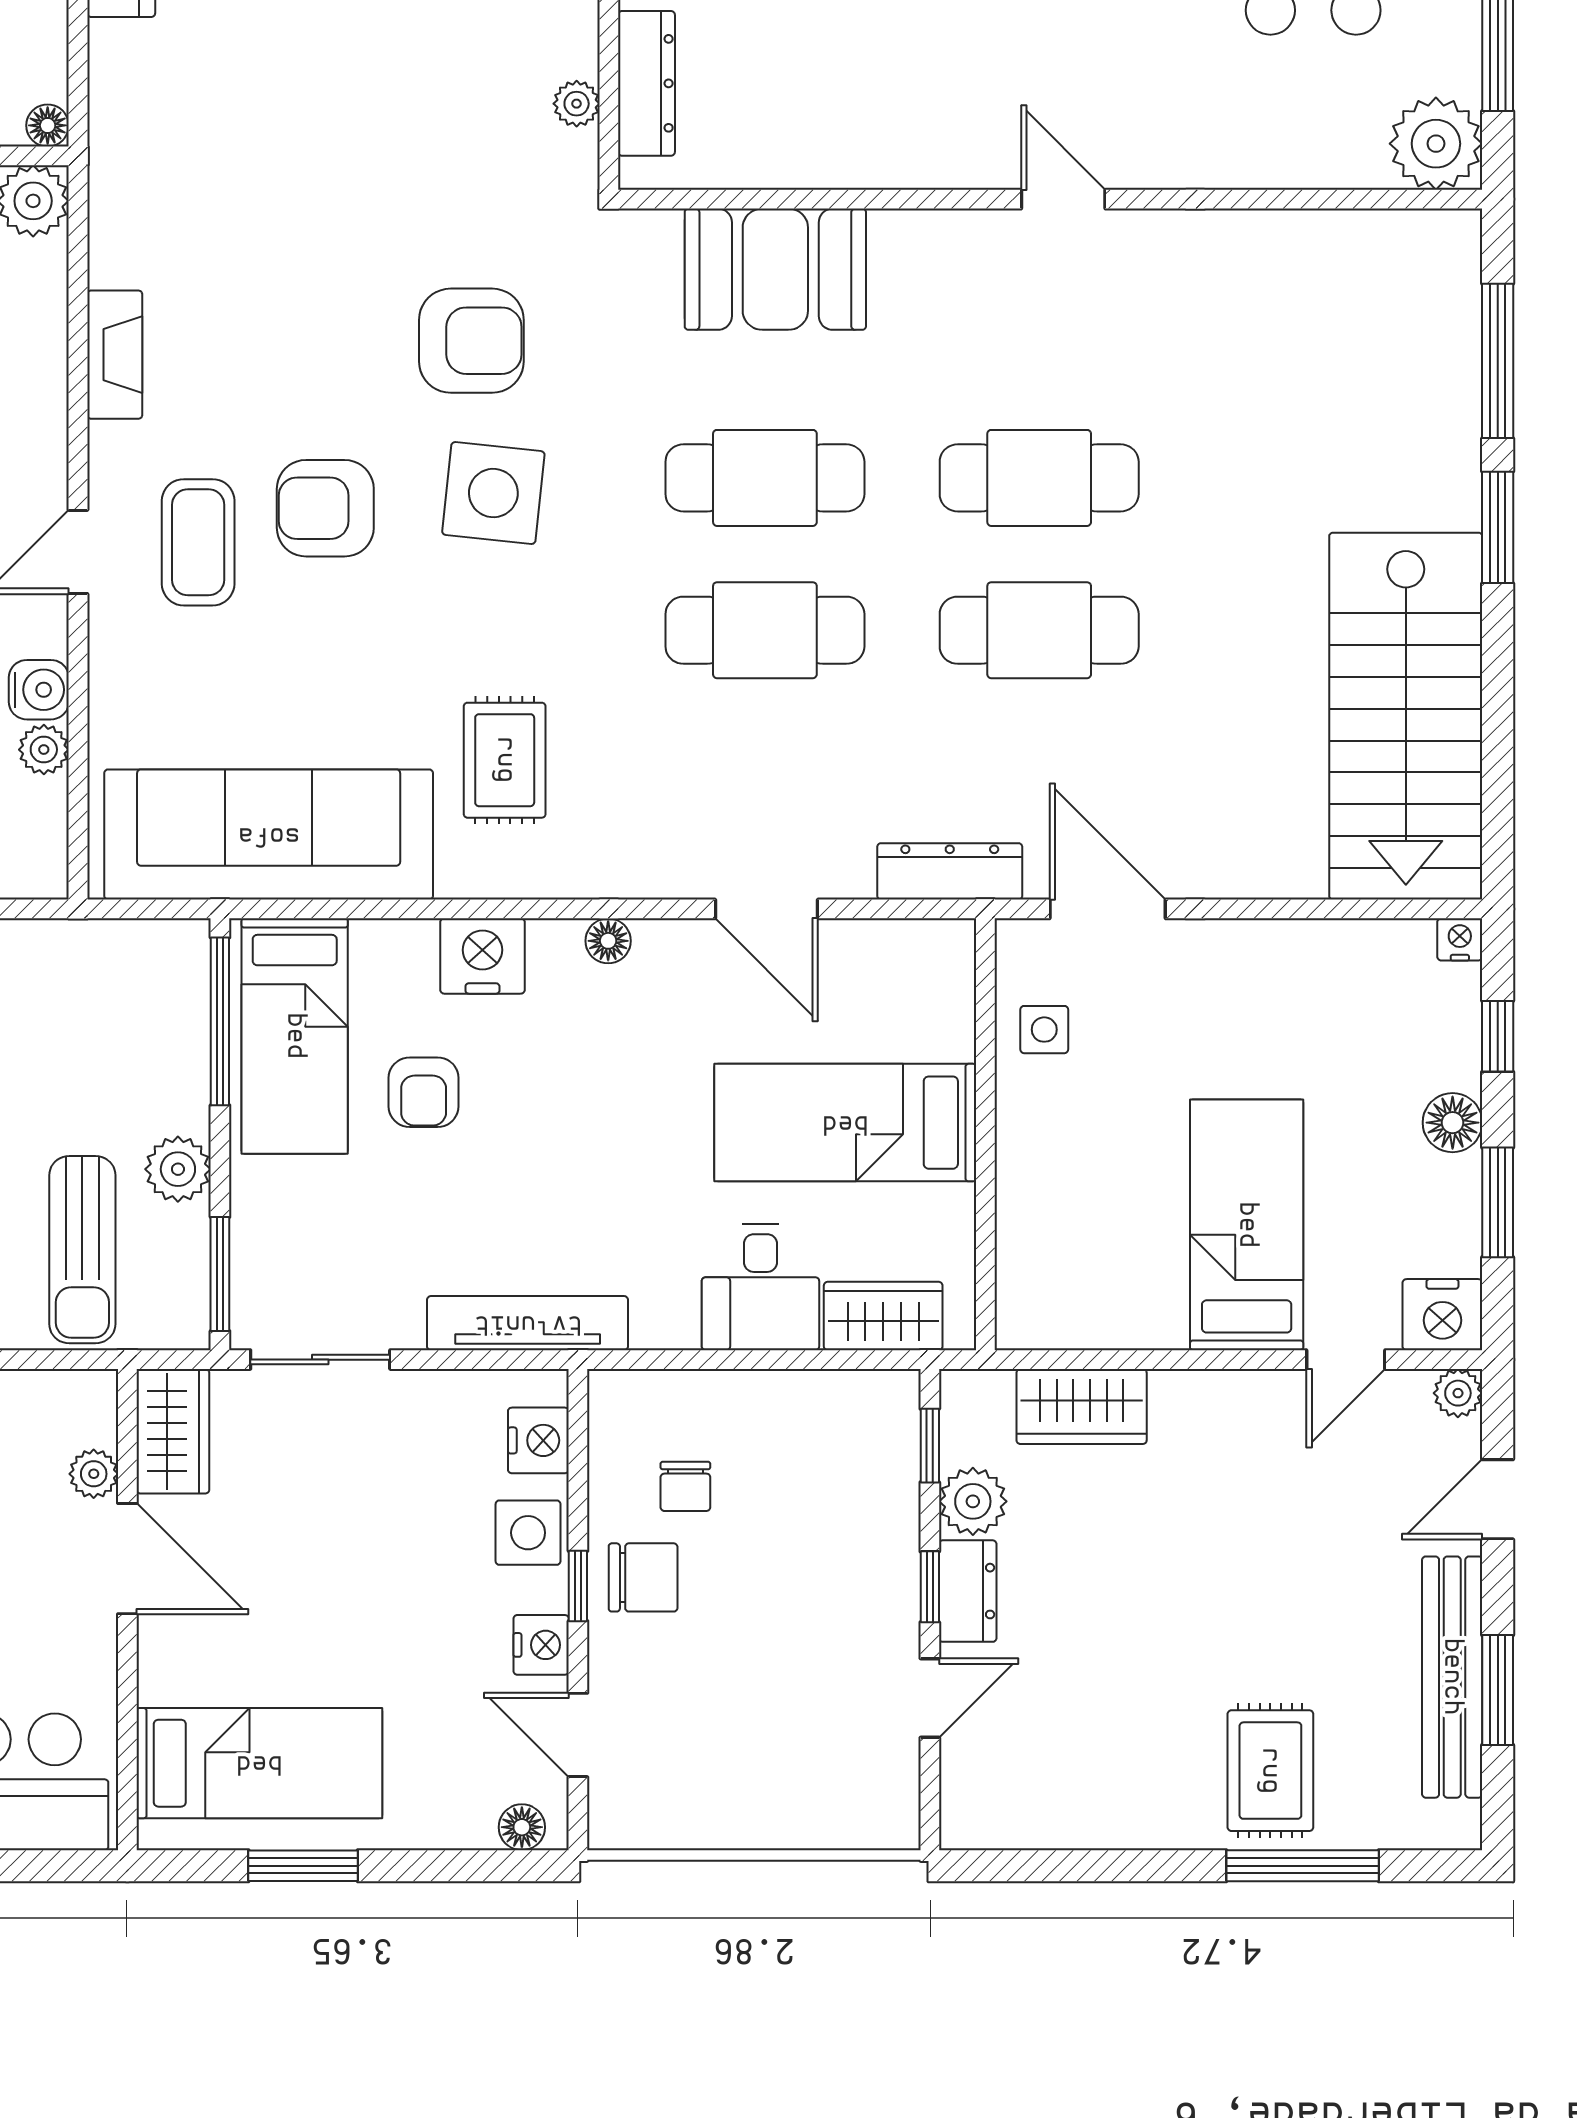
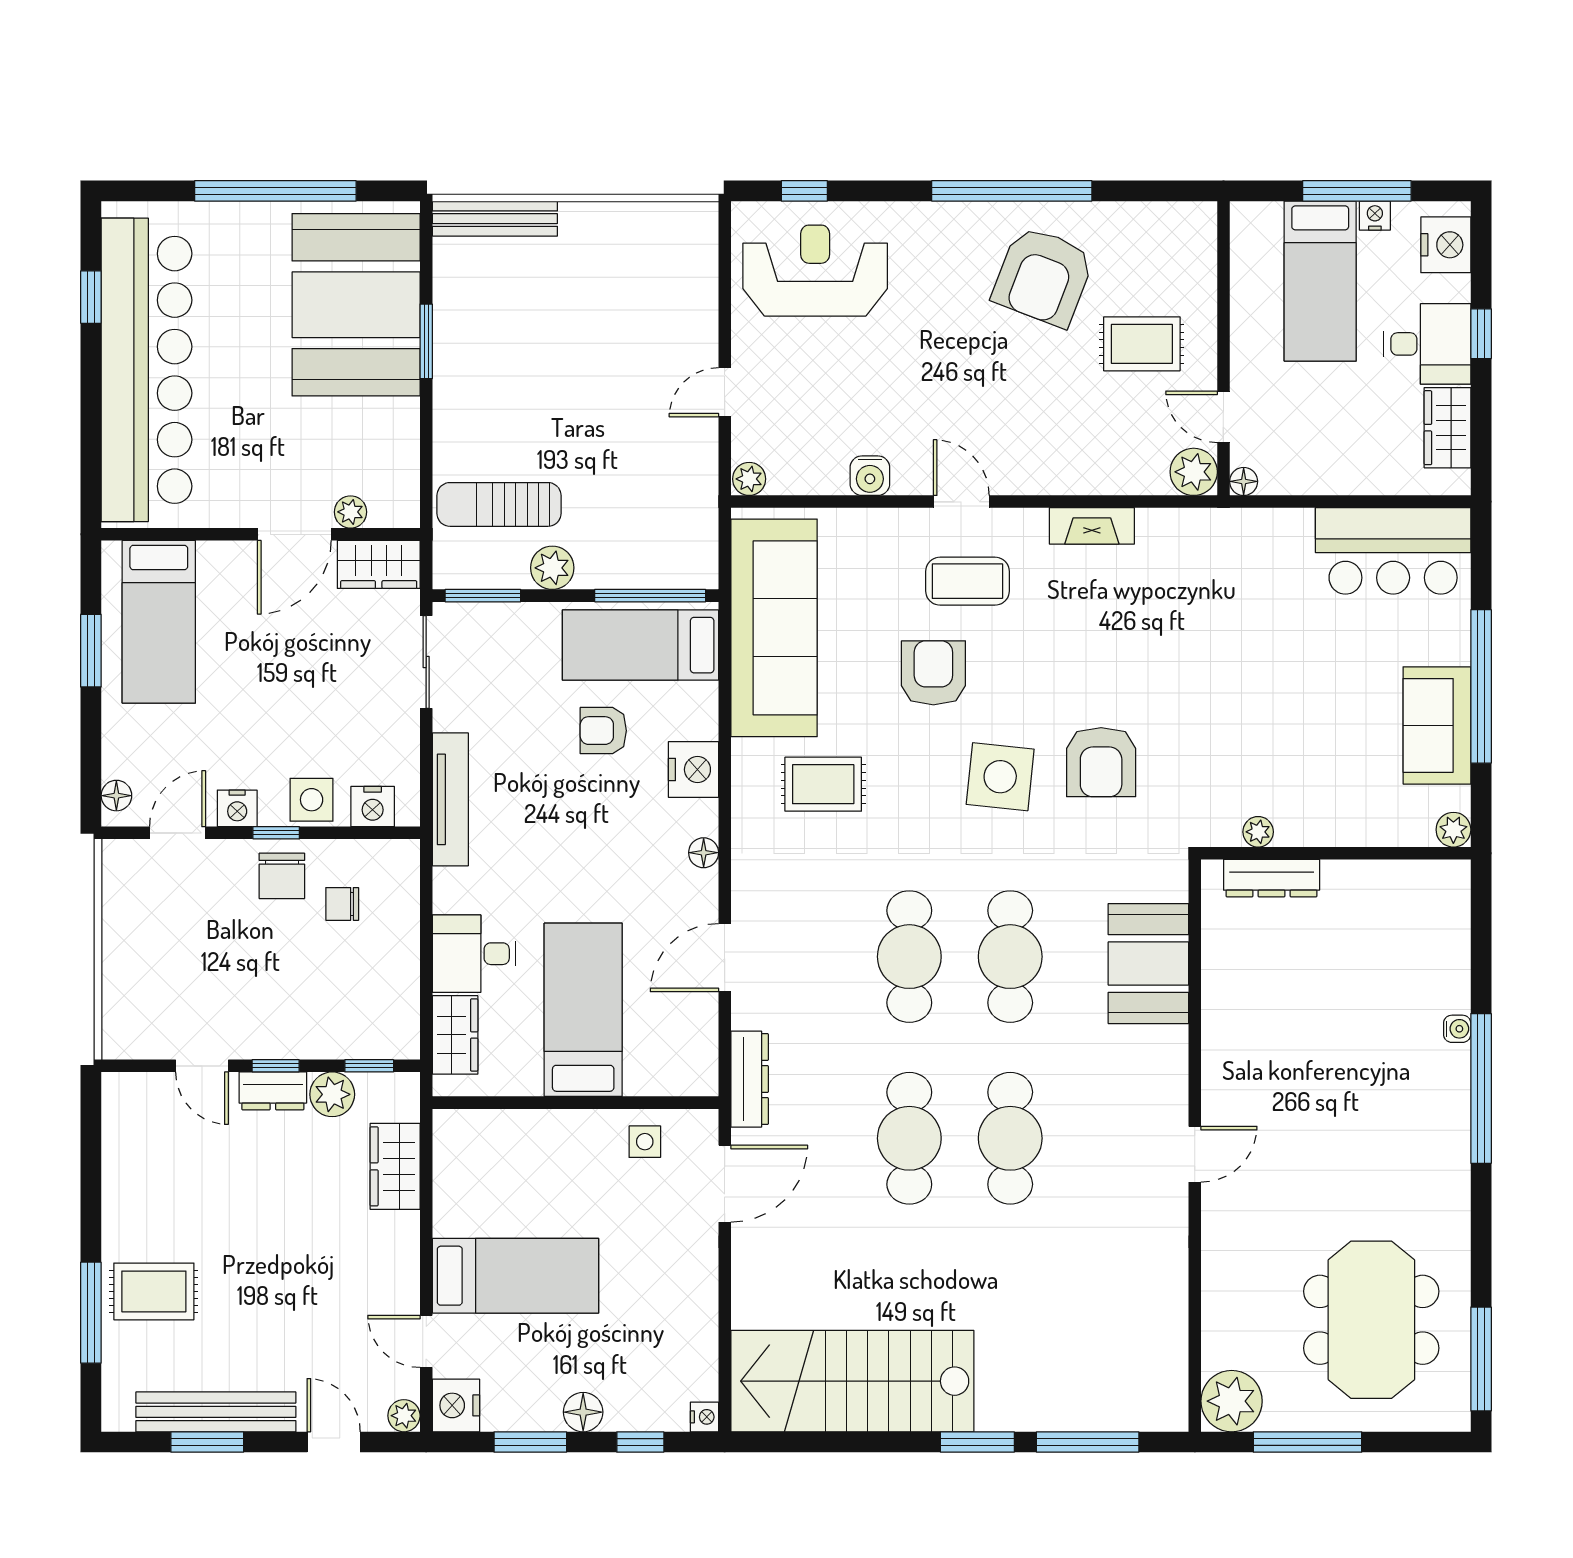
armchair: (325, 508) -> (933, 673), moved
plant: (44, 750) -> (749, 479), moved

